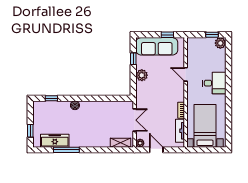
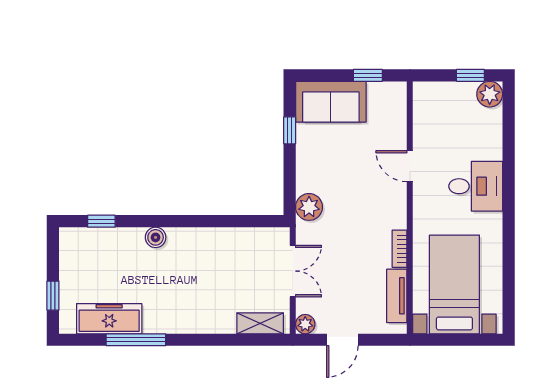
sofa: (157, 46) -> (331, 102), width x0.73
plant: (142, 75) -> (309, 207), moved
door: (156, 150) -> (342, 340), swing flipped

